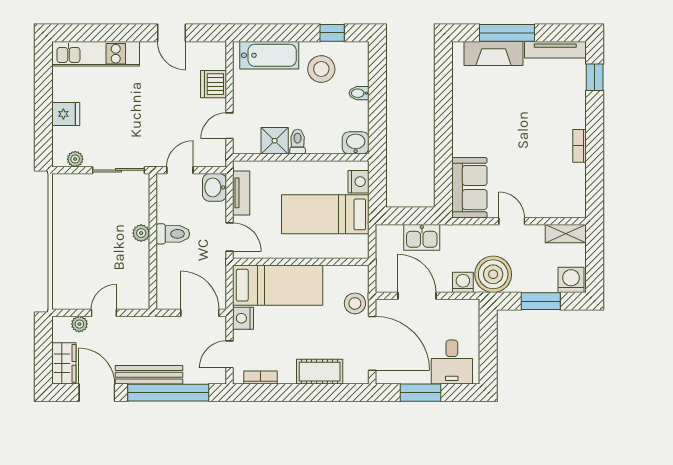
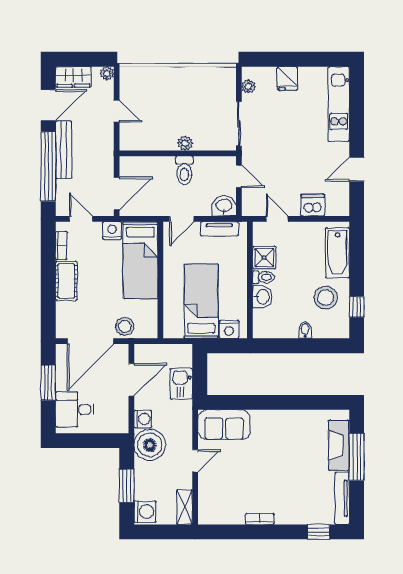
washbasin: (356, 143) -> (262, 297), moved
plant: (79, 324) -> (107, 73), moved
cot: (320, 372) -> (66, 281), moved

